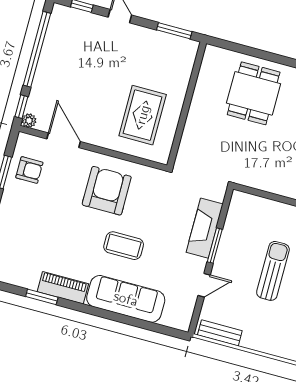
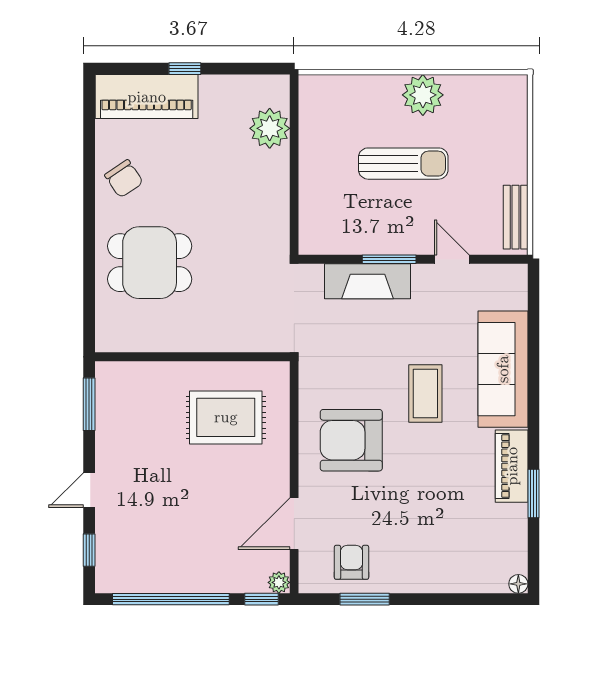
sun lounger: (273, 271) -> (403, 164), turned 180

